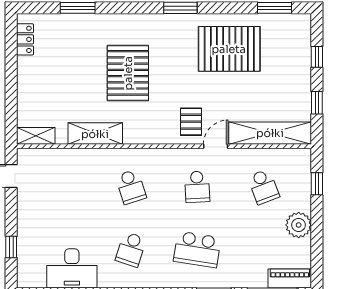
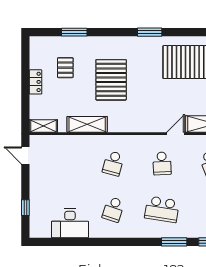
locker: (25, 39) -> (36, 82), moved
pallet: (191, 122) -> (65, 68), moved
school desk: (131, 187) -> (113, 163), turned 33

